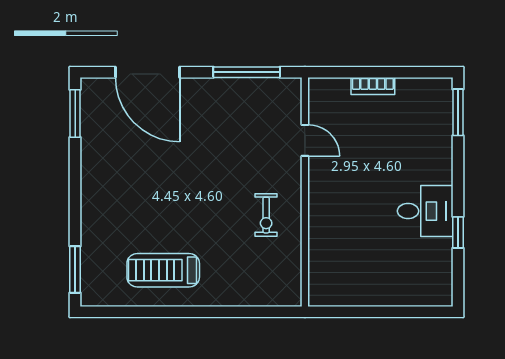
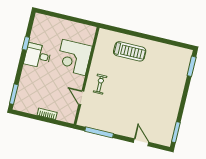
door: (147, 72) -> (141, 142), width x0.53
exercise bike: (266, 215) -> (100, 84), moved
corner desk: (343, 227) -> (74, 57), added
treadmill: (163, 270) -> (130, 51), moved

